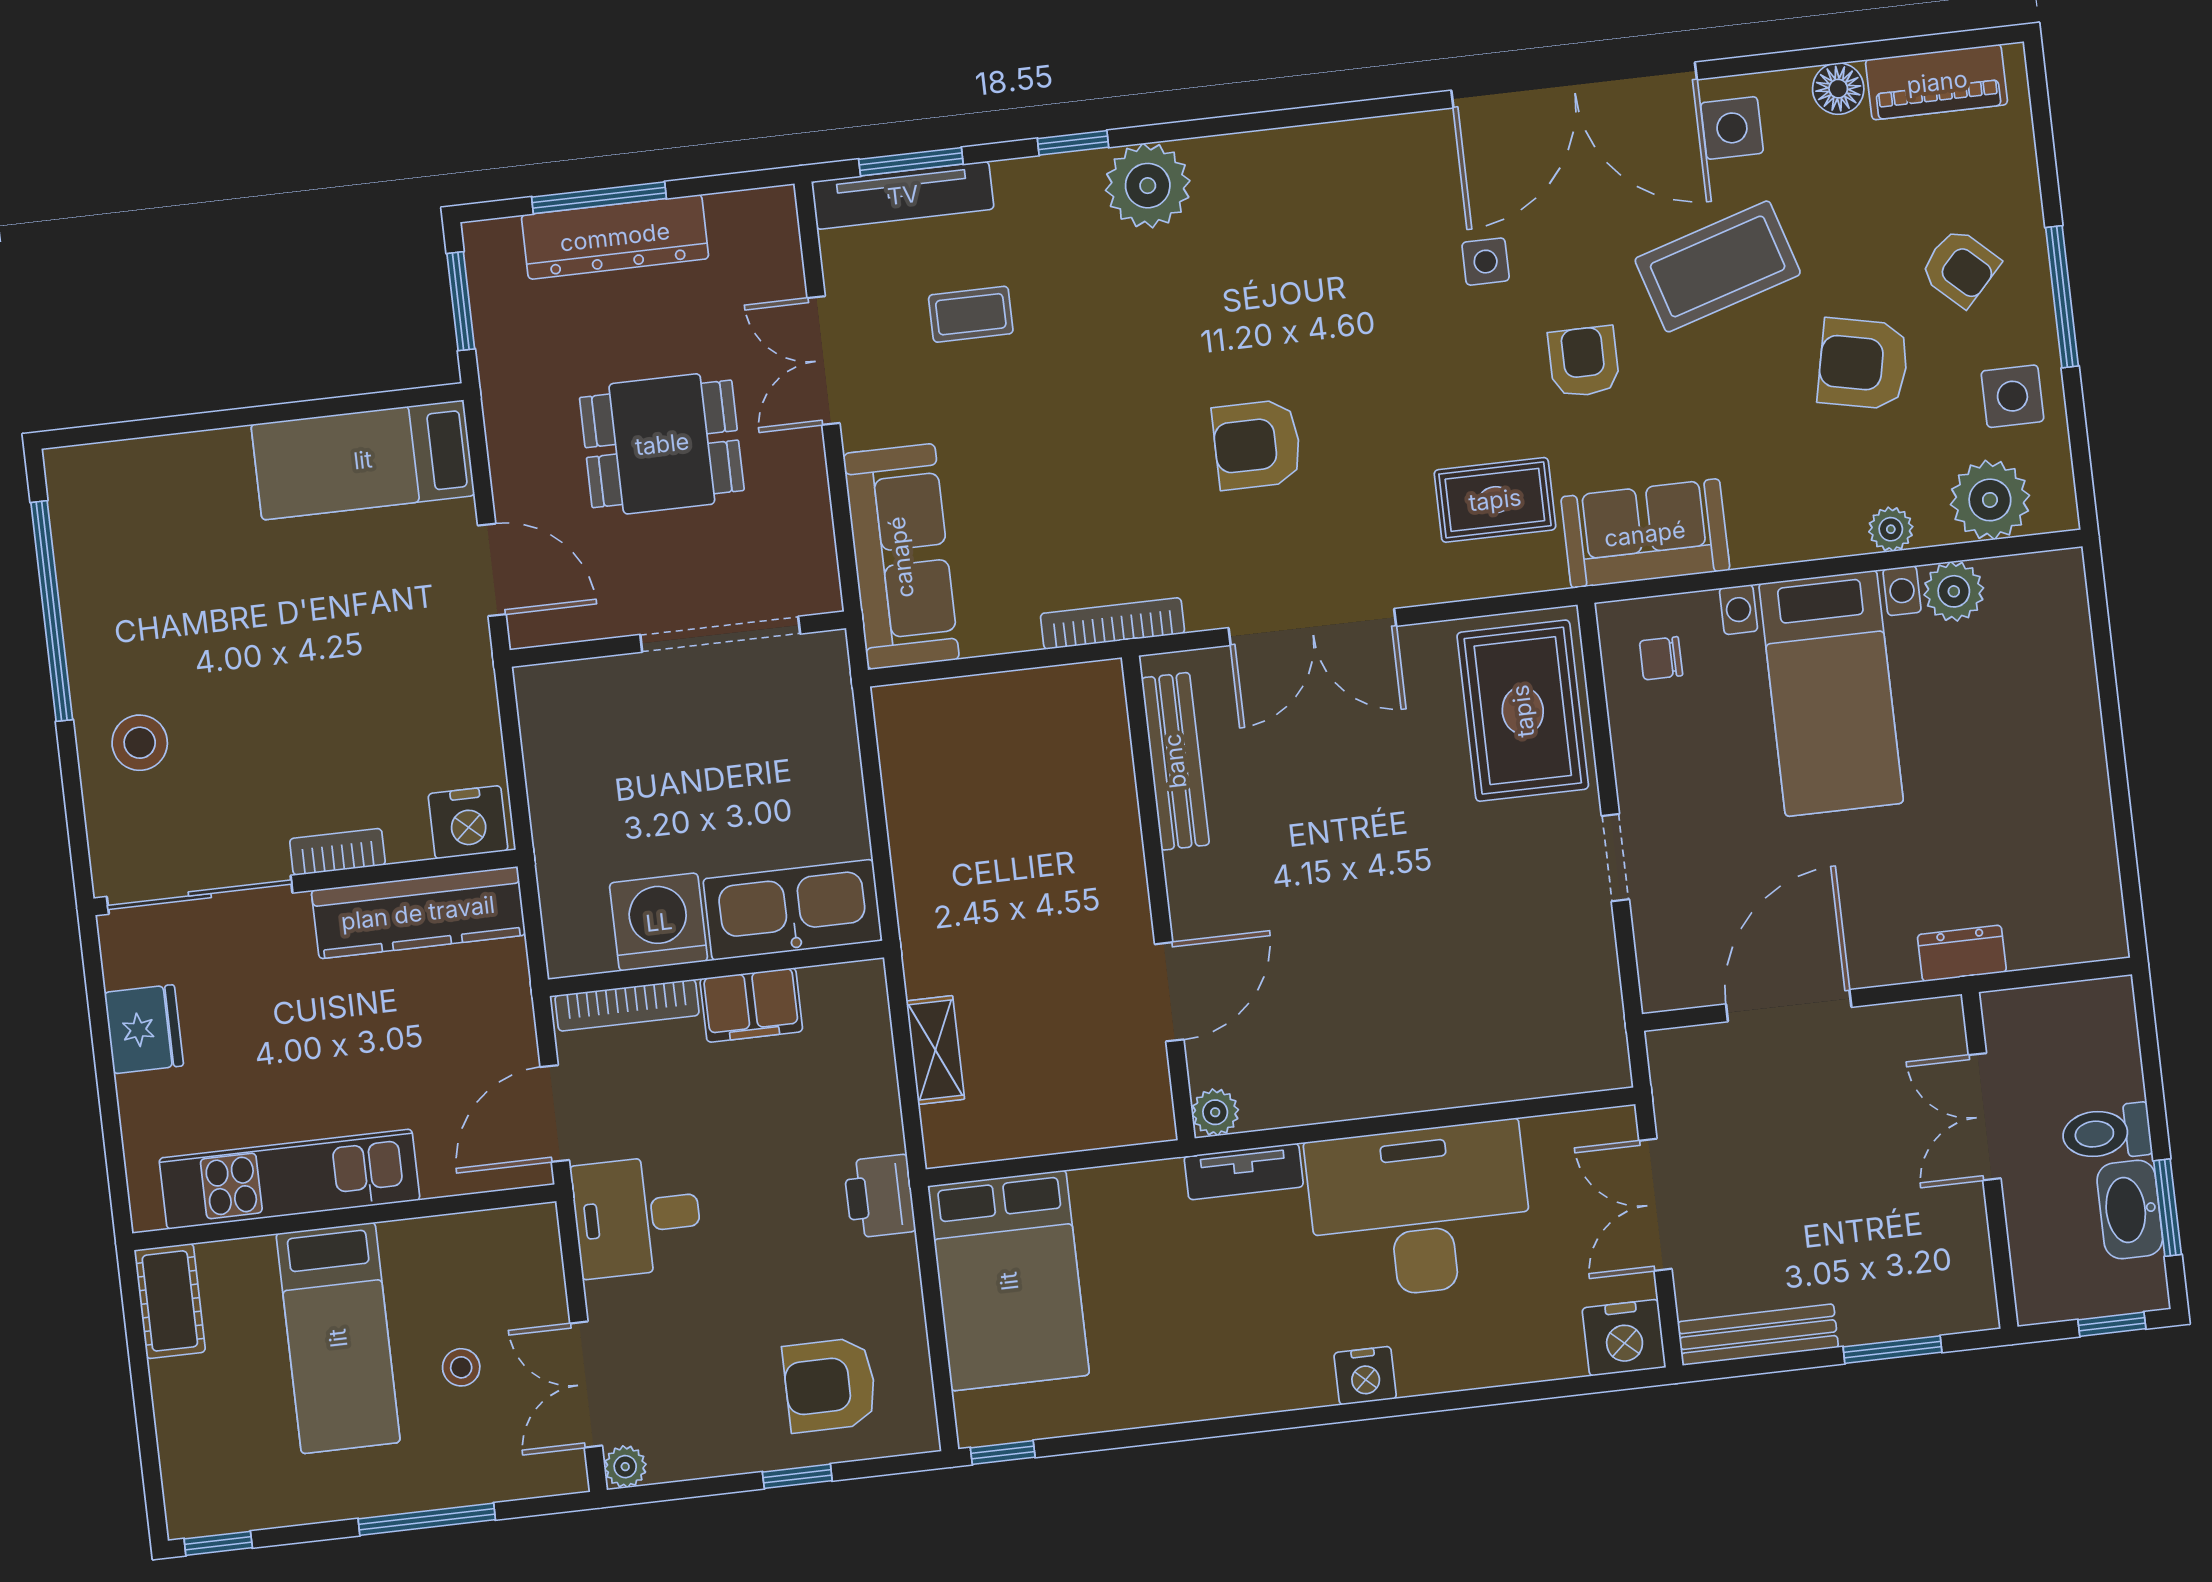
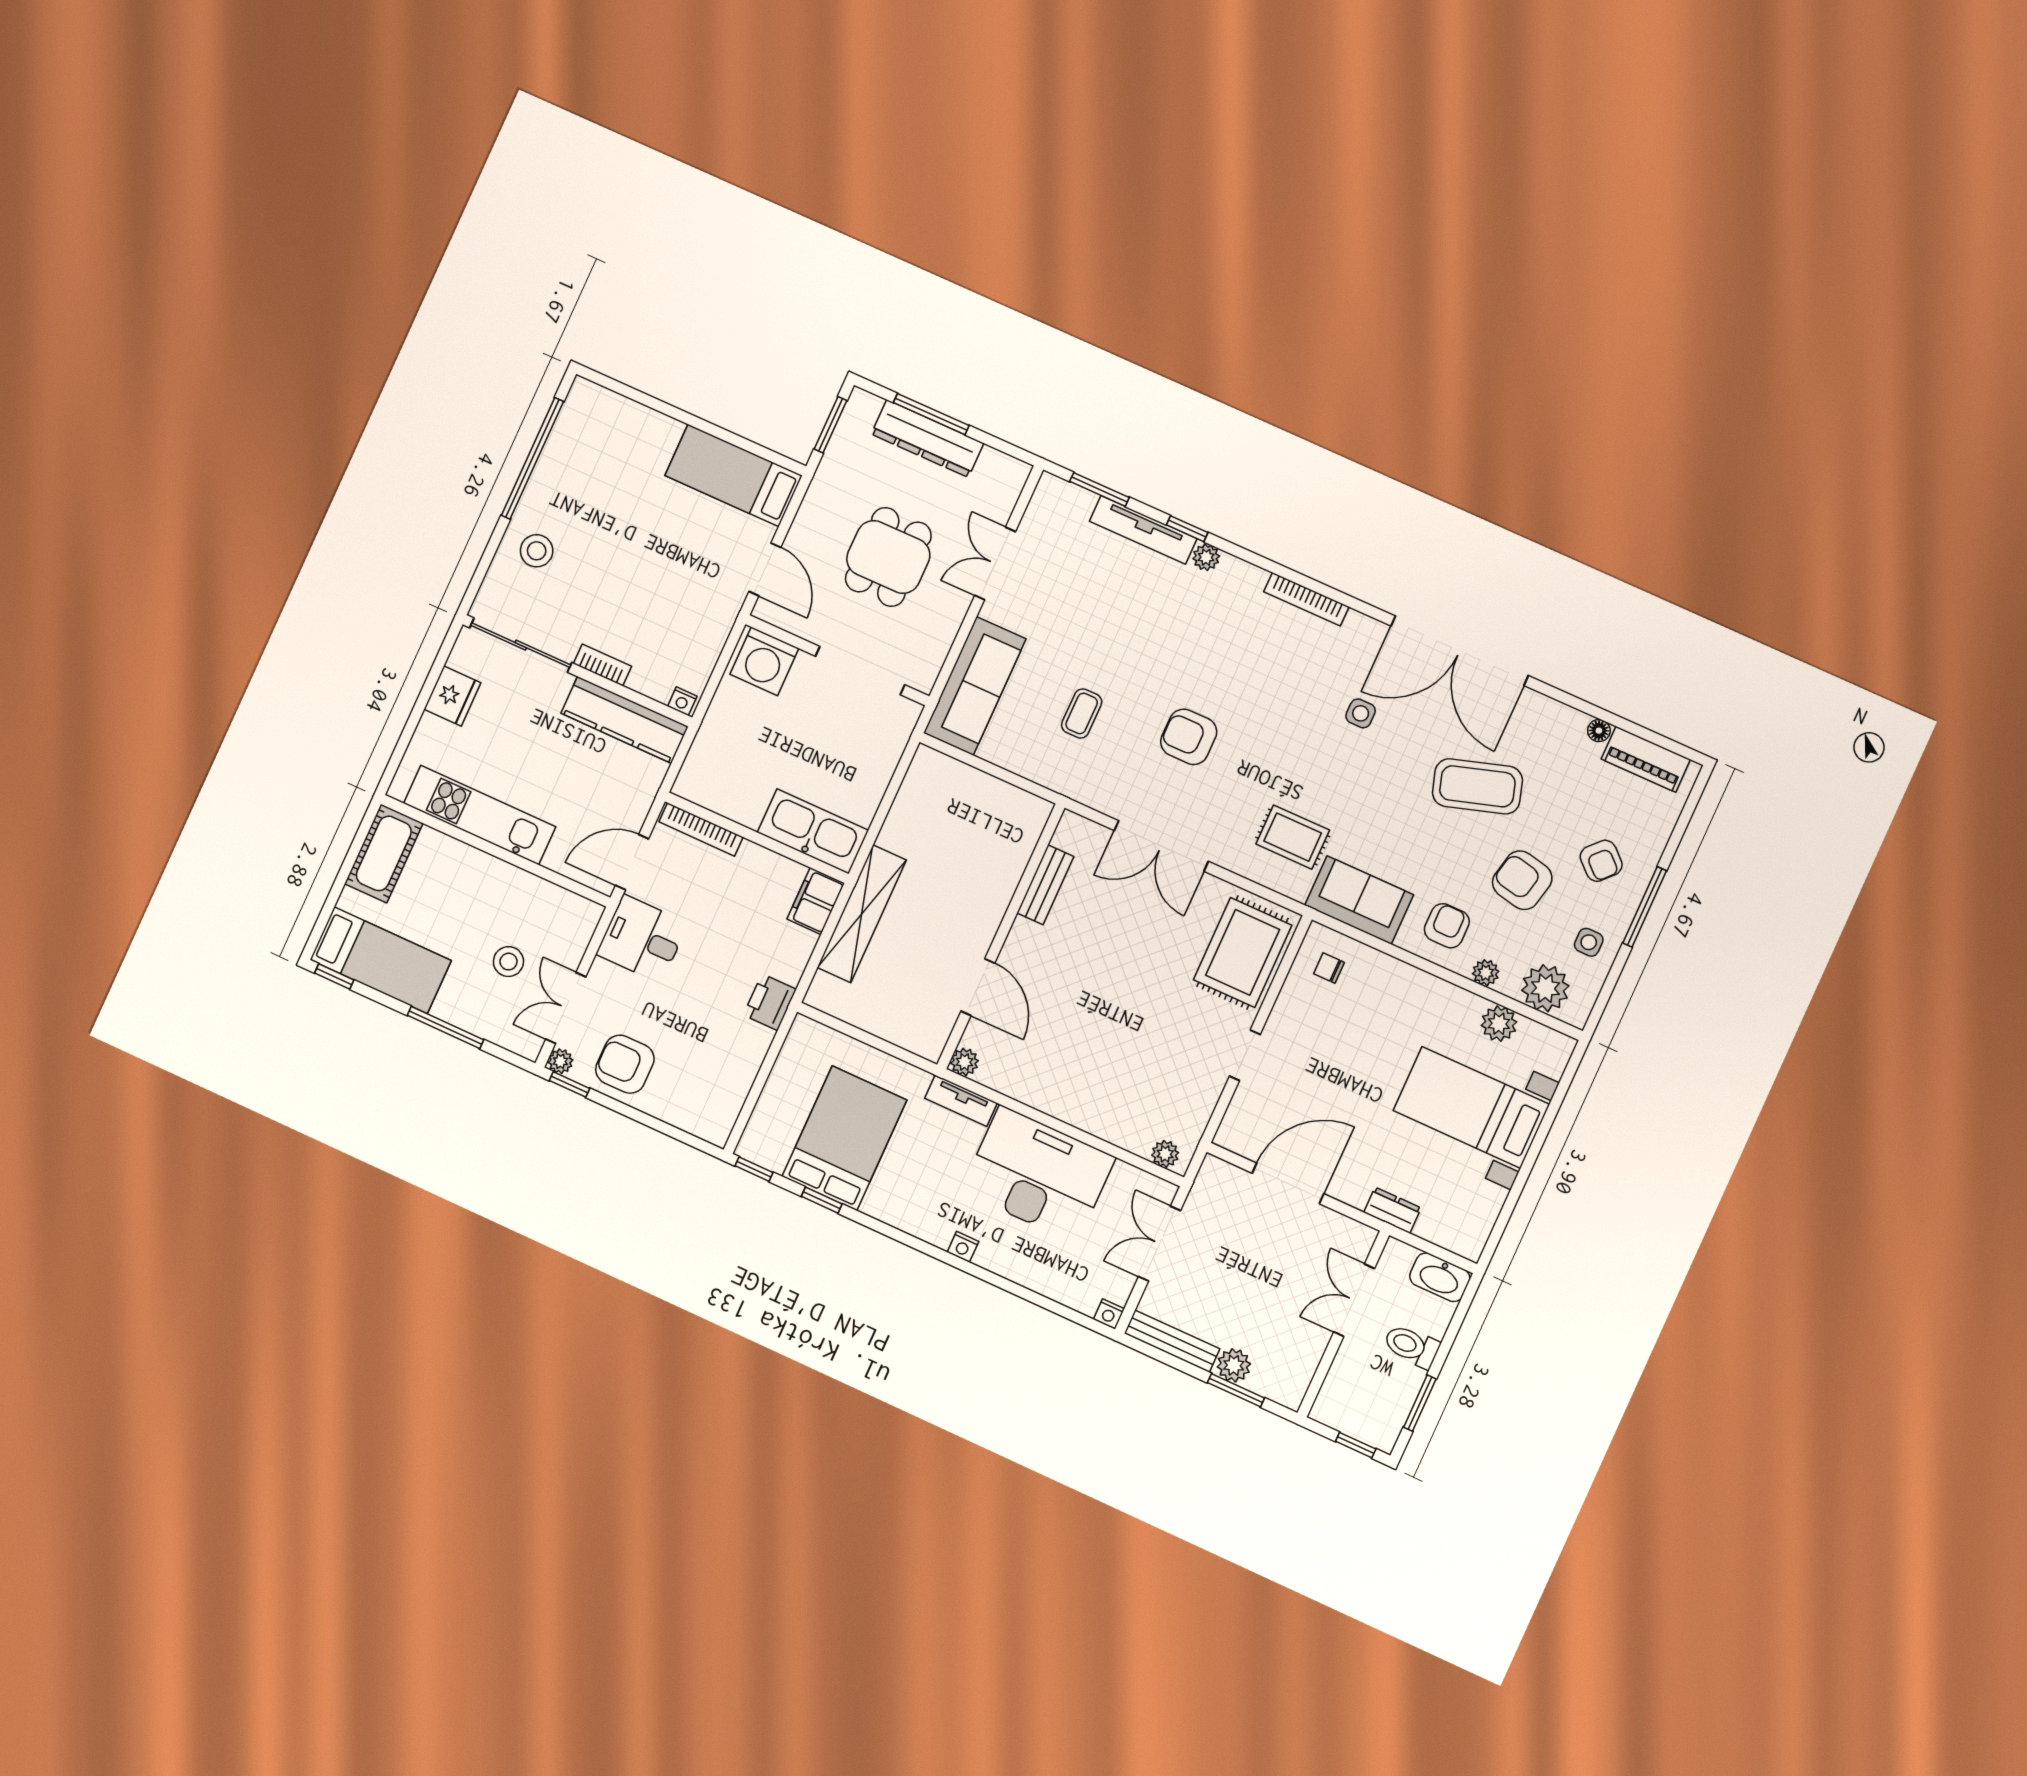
floor lamp: (1838, 89) -> (1599, 731), width x0.73, depth x0.73
side table: (1732, 128) -> (1527, 720), removed
plant: (1148, 186) -> (1206, 557), width x0.53, depth x0.53
tv unit: (903, 195) -> (1143, 530), moved
coffee table: (971, 314) -> (1082, 713), moved, turned 90
armchair: (1584, 362) -> (1447, 926), moved
side table: (2012, 396) -> (1589, 942), width x0.73, depth x0.73
dining table: (662, 444) -> (888, 557), turned 90
bookcase: (1112, 623) -> (1306, 599), moved, turned 180
bed with nightstands: (1831, 693) -> (1471, 1107), moved, turned 90
bench: (1175, 761) -> (1045, 885), width x0.73
nightstand: (468, 822) -> (682, 701), width x0.53, depth x0.56
washing machine: (659, 922) -> (764, 661), moved, turned 180
door: (1169, 992) -> (978, 987), hinge flipped
filing cabinet: (751, 1005) -> (816, 901), moved, turned 90
shelving: (935, 1050) -> (862, 914), width x2.20, depth x1.33
plant: (1586, 1070) -> (1165, 1154), added
washbasin: (2130, 1209) -> (1440, 1277), moved, turned -90
bed: (1009, 1281) -> (844, 1138), moved, turned 180
cot: (170, 1301) -> (384, 853), width x1.37, depth x1.34
plant: (1868, 1316) -> (1234, 1365), added
bed: (338, 1338) -> (381, 960), moved, turned -90
nightstand: (1624, 1338) -> (1109, 1314), width x0.53, depth x0.56
stool: (461, 1367) -> (508, 962), width x1.37, depth x1.37
nightstand: (1365, 1376) -> (963, 1247), width x0.72, depth x0.74
armchair: (830, 1385) -> (625, 1064), moved
window: (1128, 1438) -> (822, 1200), added
window: (797, 1476) -> (569, 1084), moved

